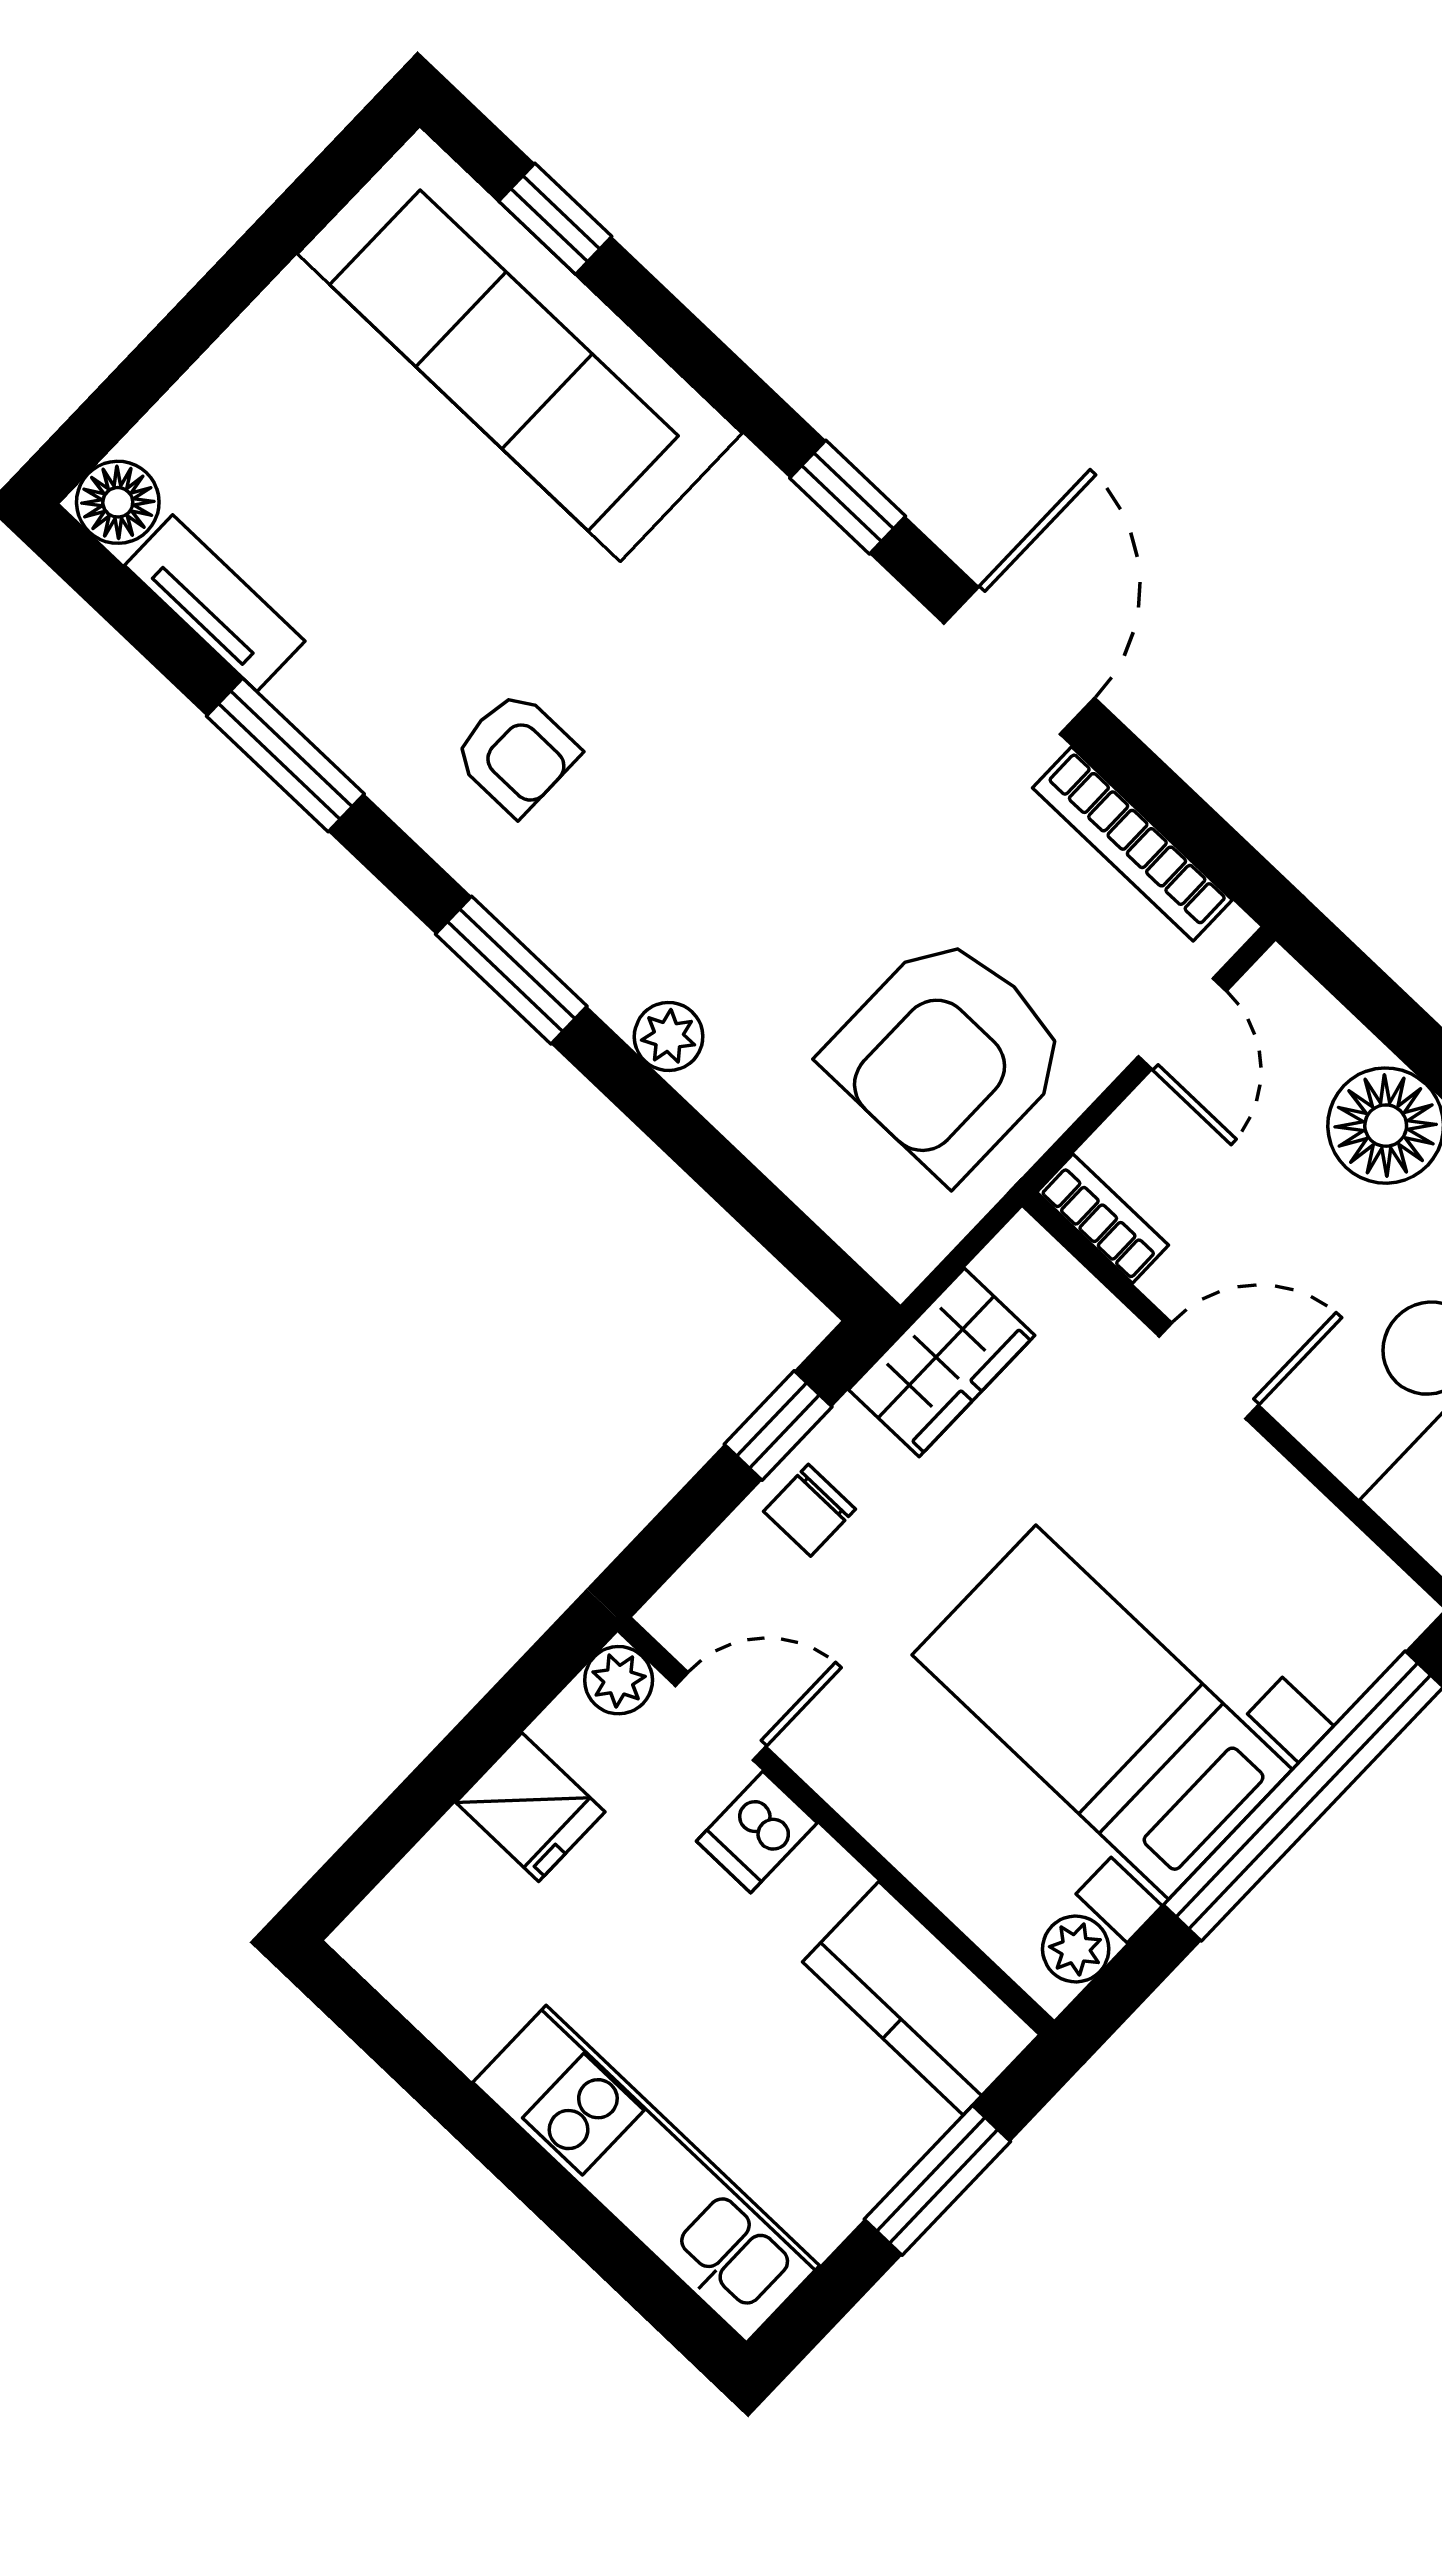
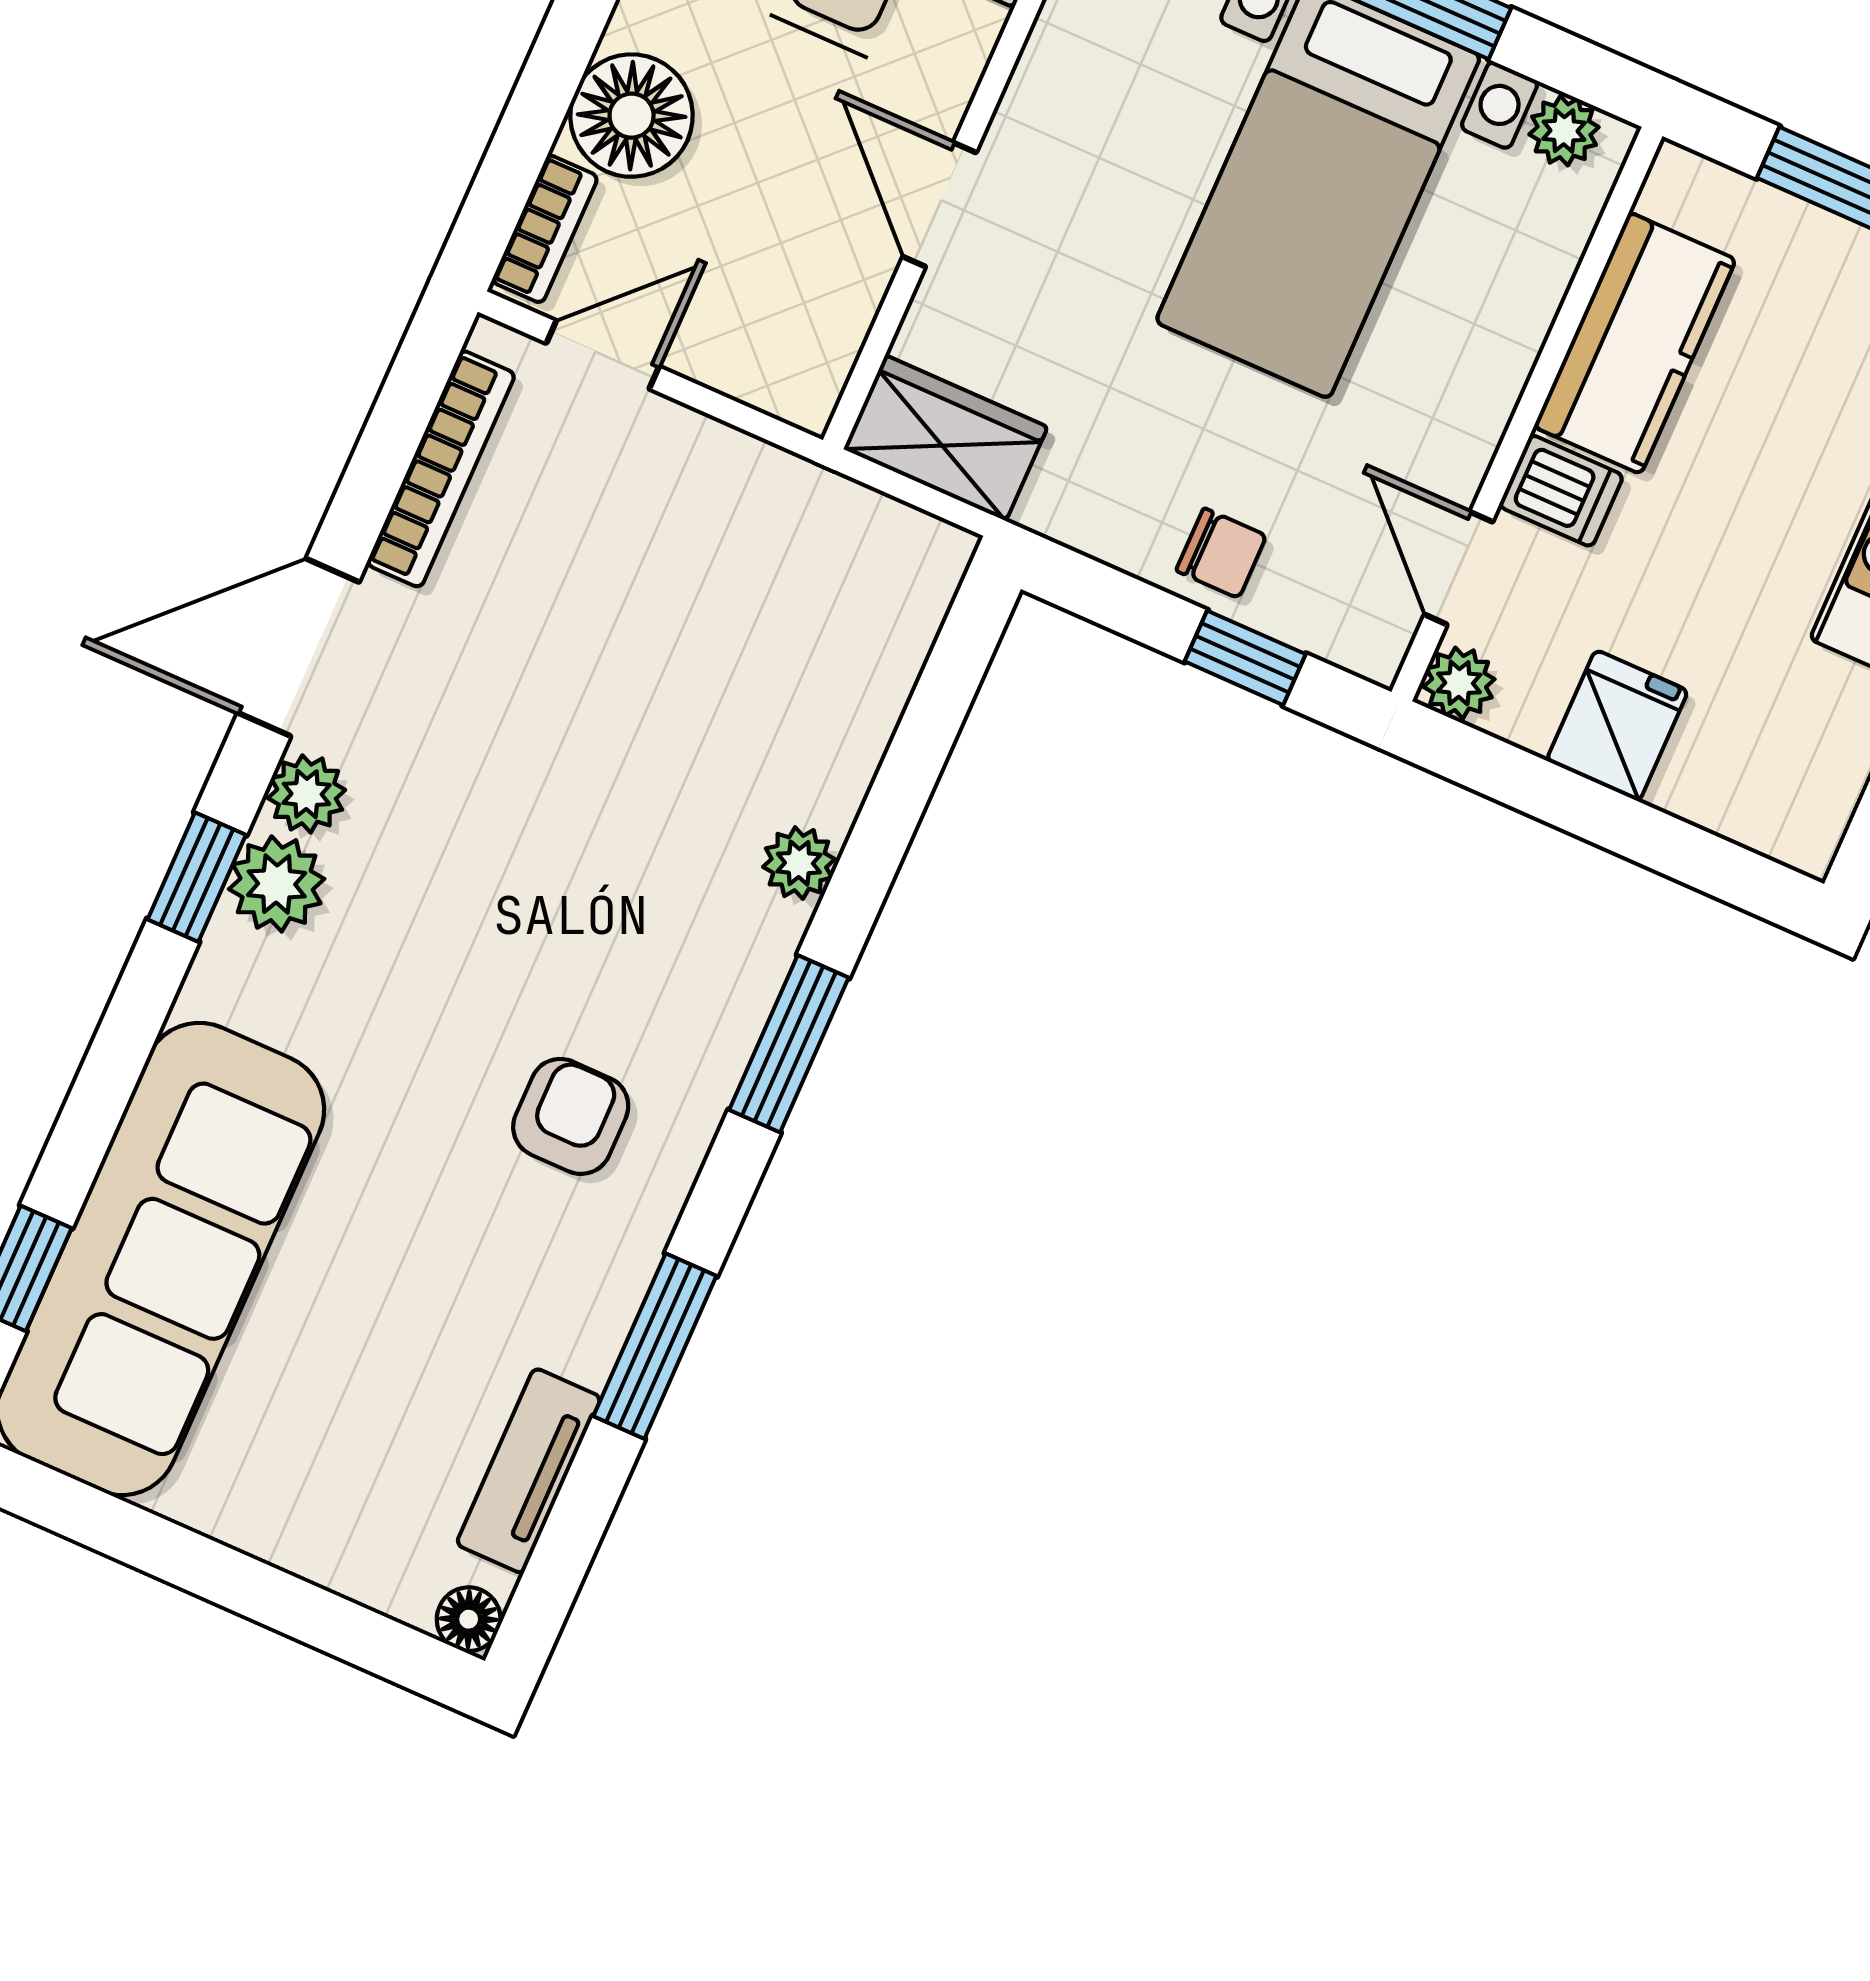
floor lamp: (118, 502) -> (469, 1619), width x0.73, depth x0.73
plant: (816, 566) -> (277, 884), added
plant: (887, 621) -> (307, 794), added
armchair: (948, 1056) -> (718, 577), removed
bookcase: (1103, 1219) -> (545, 229), moved, turned 180
wardrobe: (942, 1362) -> (946, 438), moved
window: (778, 1425) -> (1245, 658), moved
kitchen counter: (921, 1998) -> (1635, 343), moved

